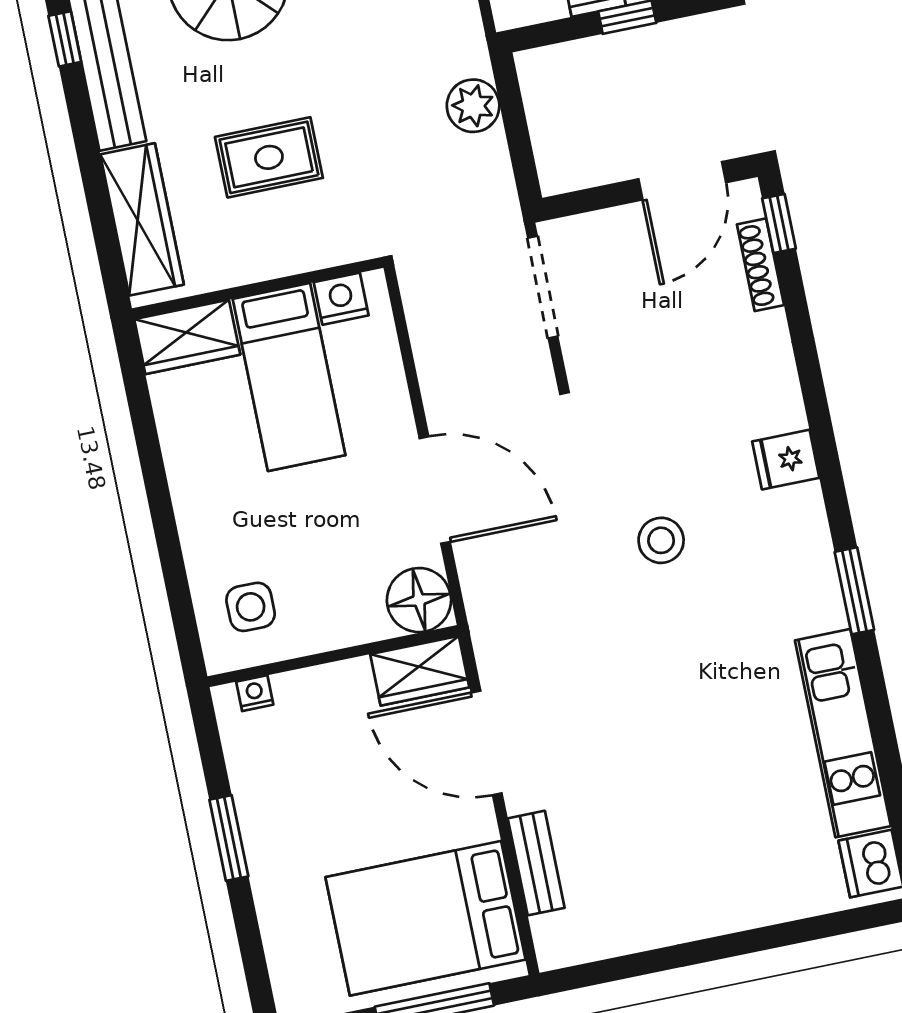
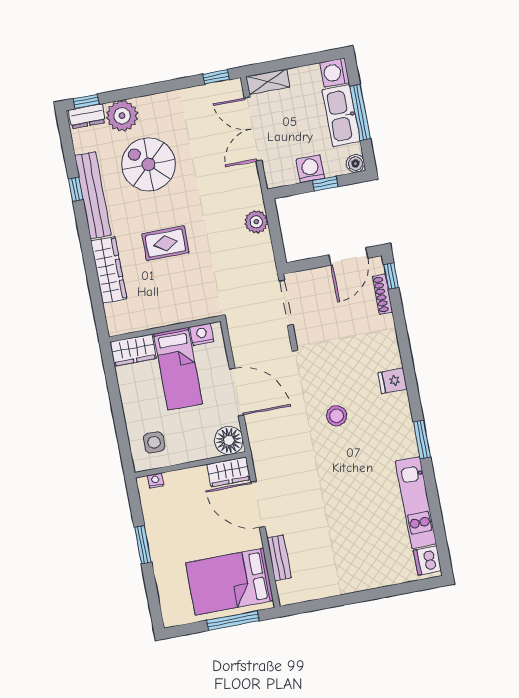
wall: (258, 288) -> (165, 329), moved
nightstand: (341, 299) -> (202, 334), moved
wardrobe: (187, 337) -> (133, 350), moved
bed: (289, 377) -> (178, 369), moved

